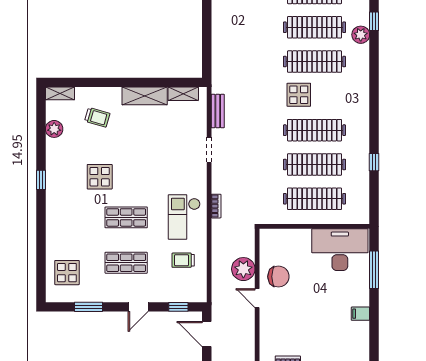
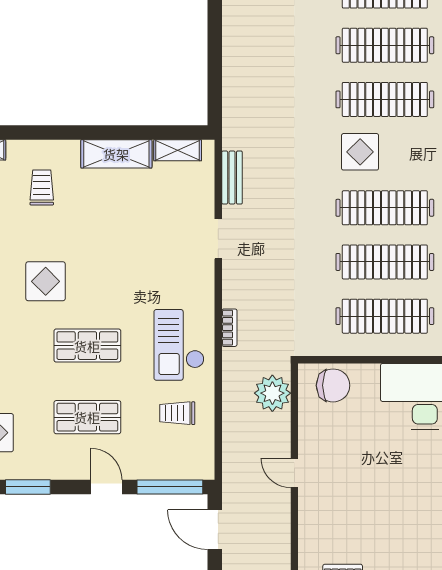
trolley: (97, 117) -> (42, 187), turned -106
plant: (243, 269) -> (272, 393), moved
chair: (278, 277) -> (333, 385), moved
door: (138, 307) -> (106, 487), swing flipped
window: (178, 307) -> (170, 487), width x2.17

